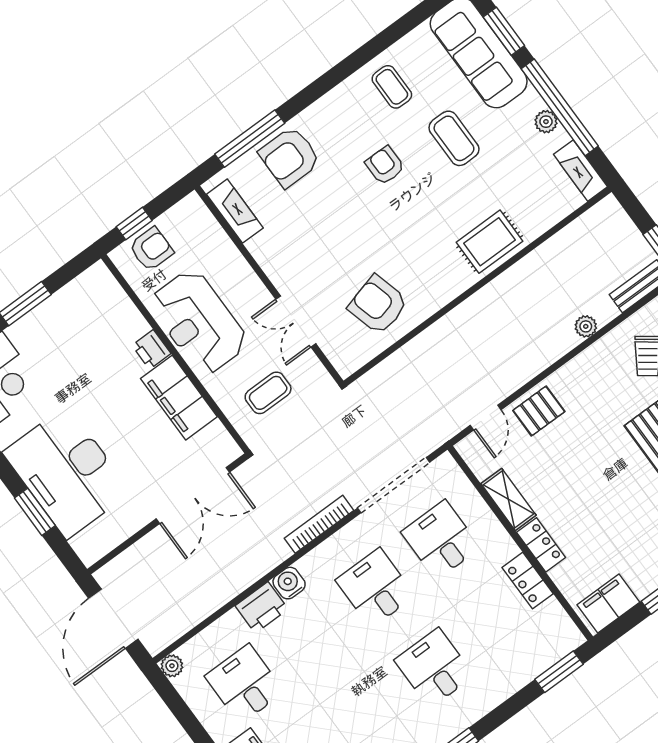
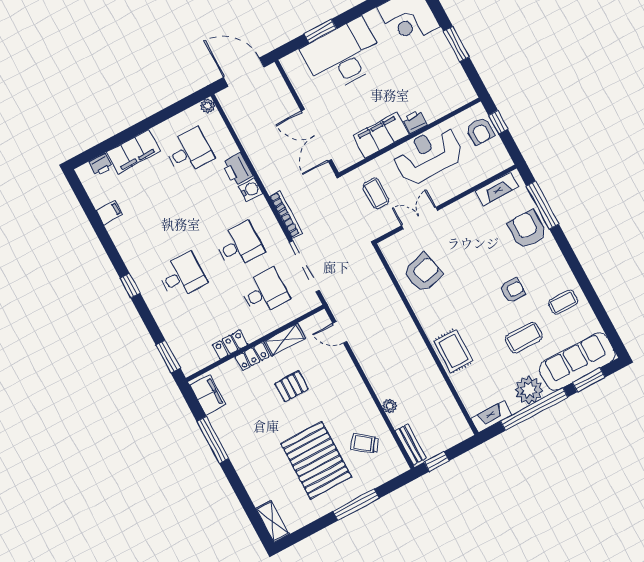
plant: (546, 122) -> (529, 390), width x1.88, depth x1.88
pallet: (539, 411) -> (292, 386), moved, turned 90

